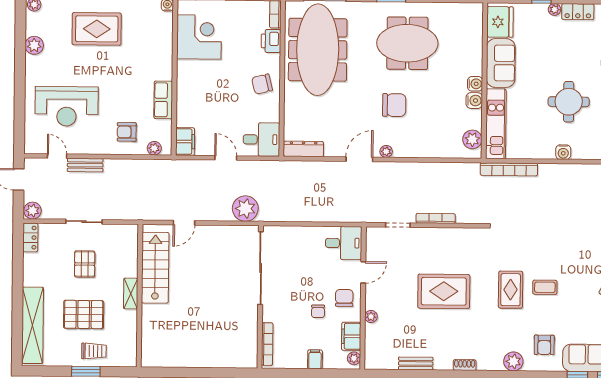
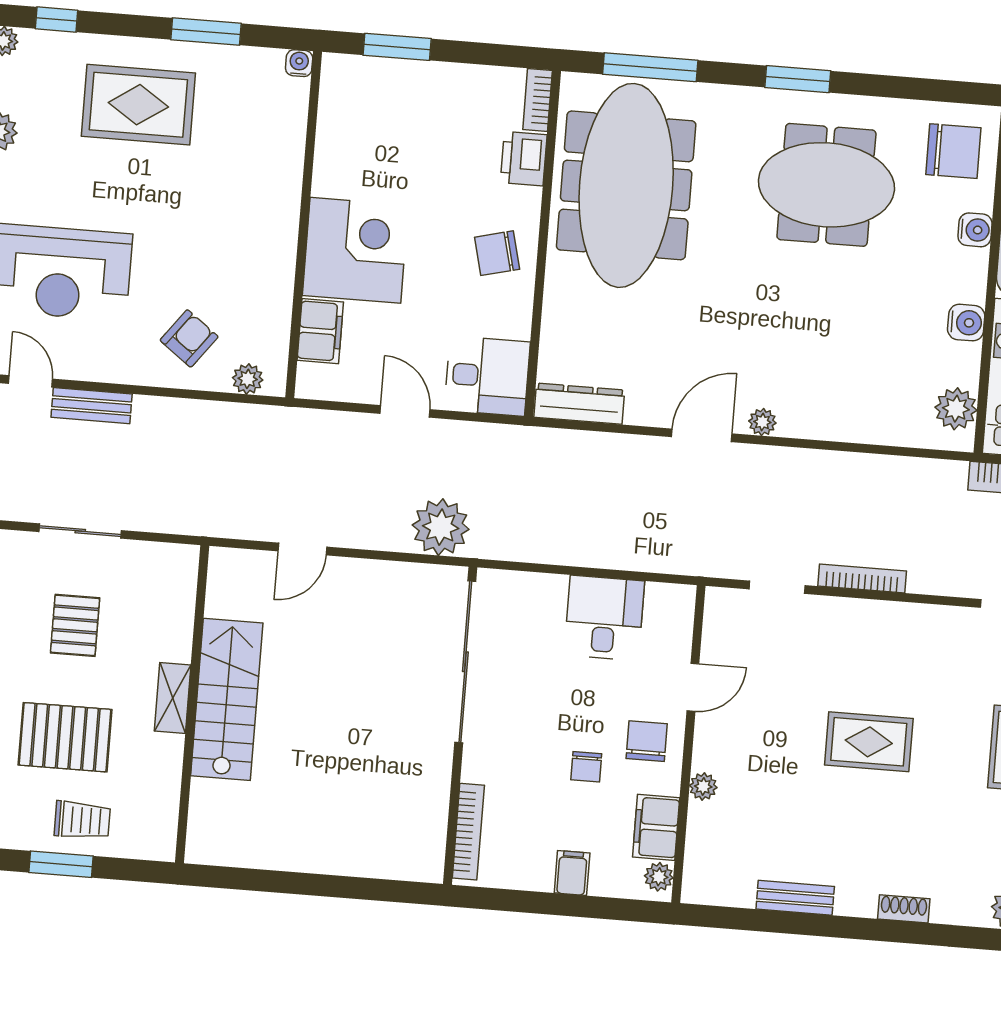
corner desk: (199, 37) -> (355, 250), moved
water cooler: (475, 84) -> (975, 230), moved
row of seats: (163, 100) -> (275, 273), removed
chair: (394, 105) -> (953, 151), moved
armchair: (127, 132) -> (189, 338), turned 127
filing cabinet: (185, 142) -> (320, 331), moved
desk: (344, 243) -> (604, 618), moved, turned -90
stairs: (155, 268) -> (227, 699), moved
rug: (444, 291) -> (869, 742), width x0.73, depth x0.70

